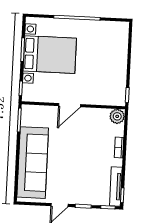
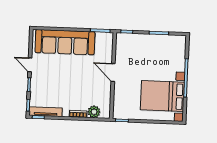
bed with nightstands: (50, 55) -> (162, 96), moved, turned 90
plant: (117, 116) -> (94, 112), moved

